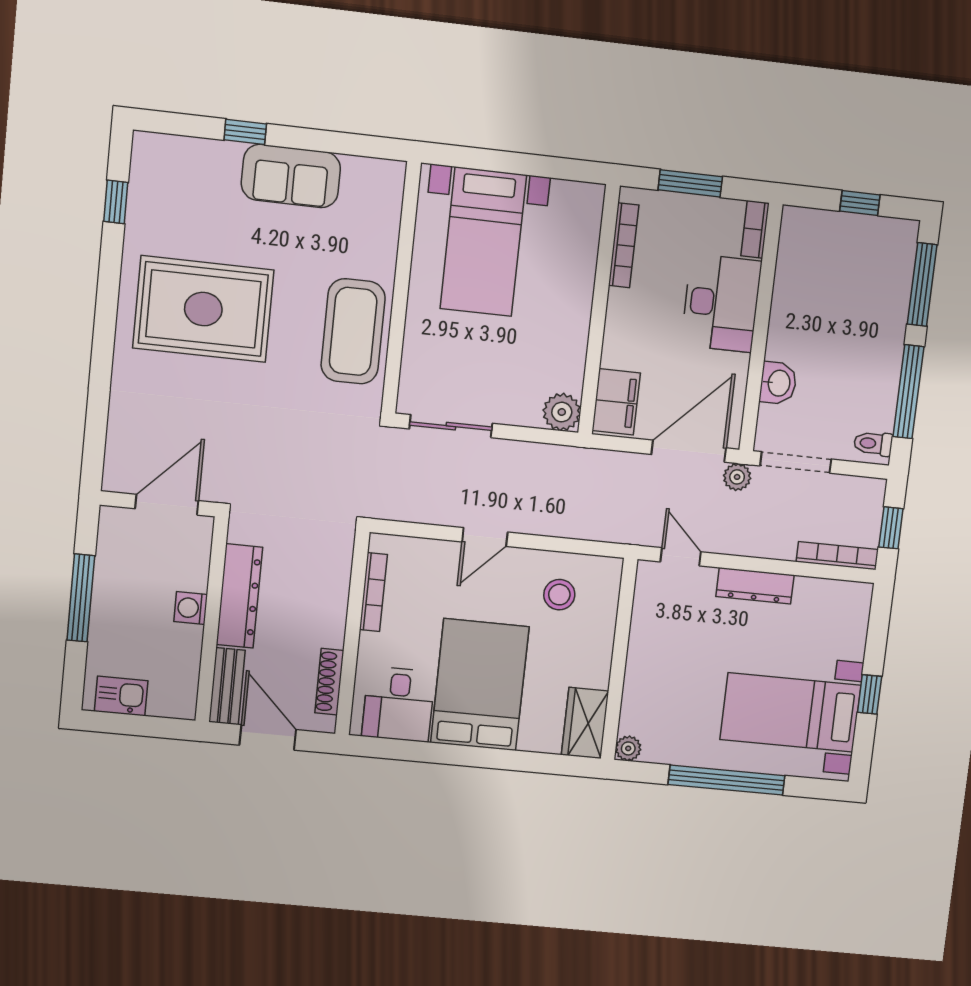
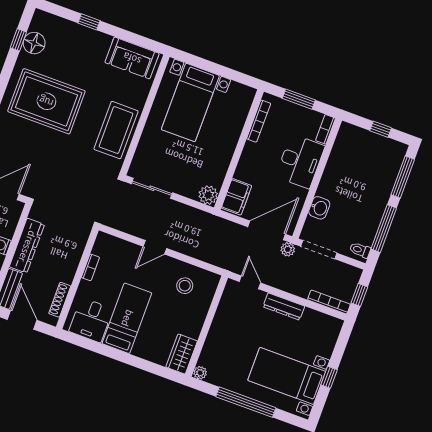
sofa: (291, 176) -> (132, 58), moved
floor lamp: (149, 200) -> (34, 43), added
bookcase: (373, 592) -> (90, 267), width x0.64
bed: (480, 685) -> (127, 318), width x0.67

